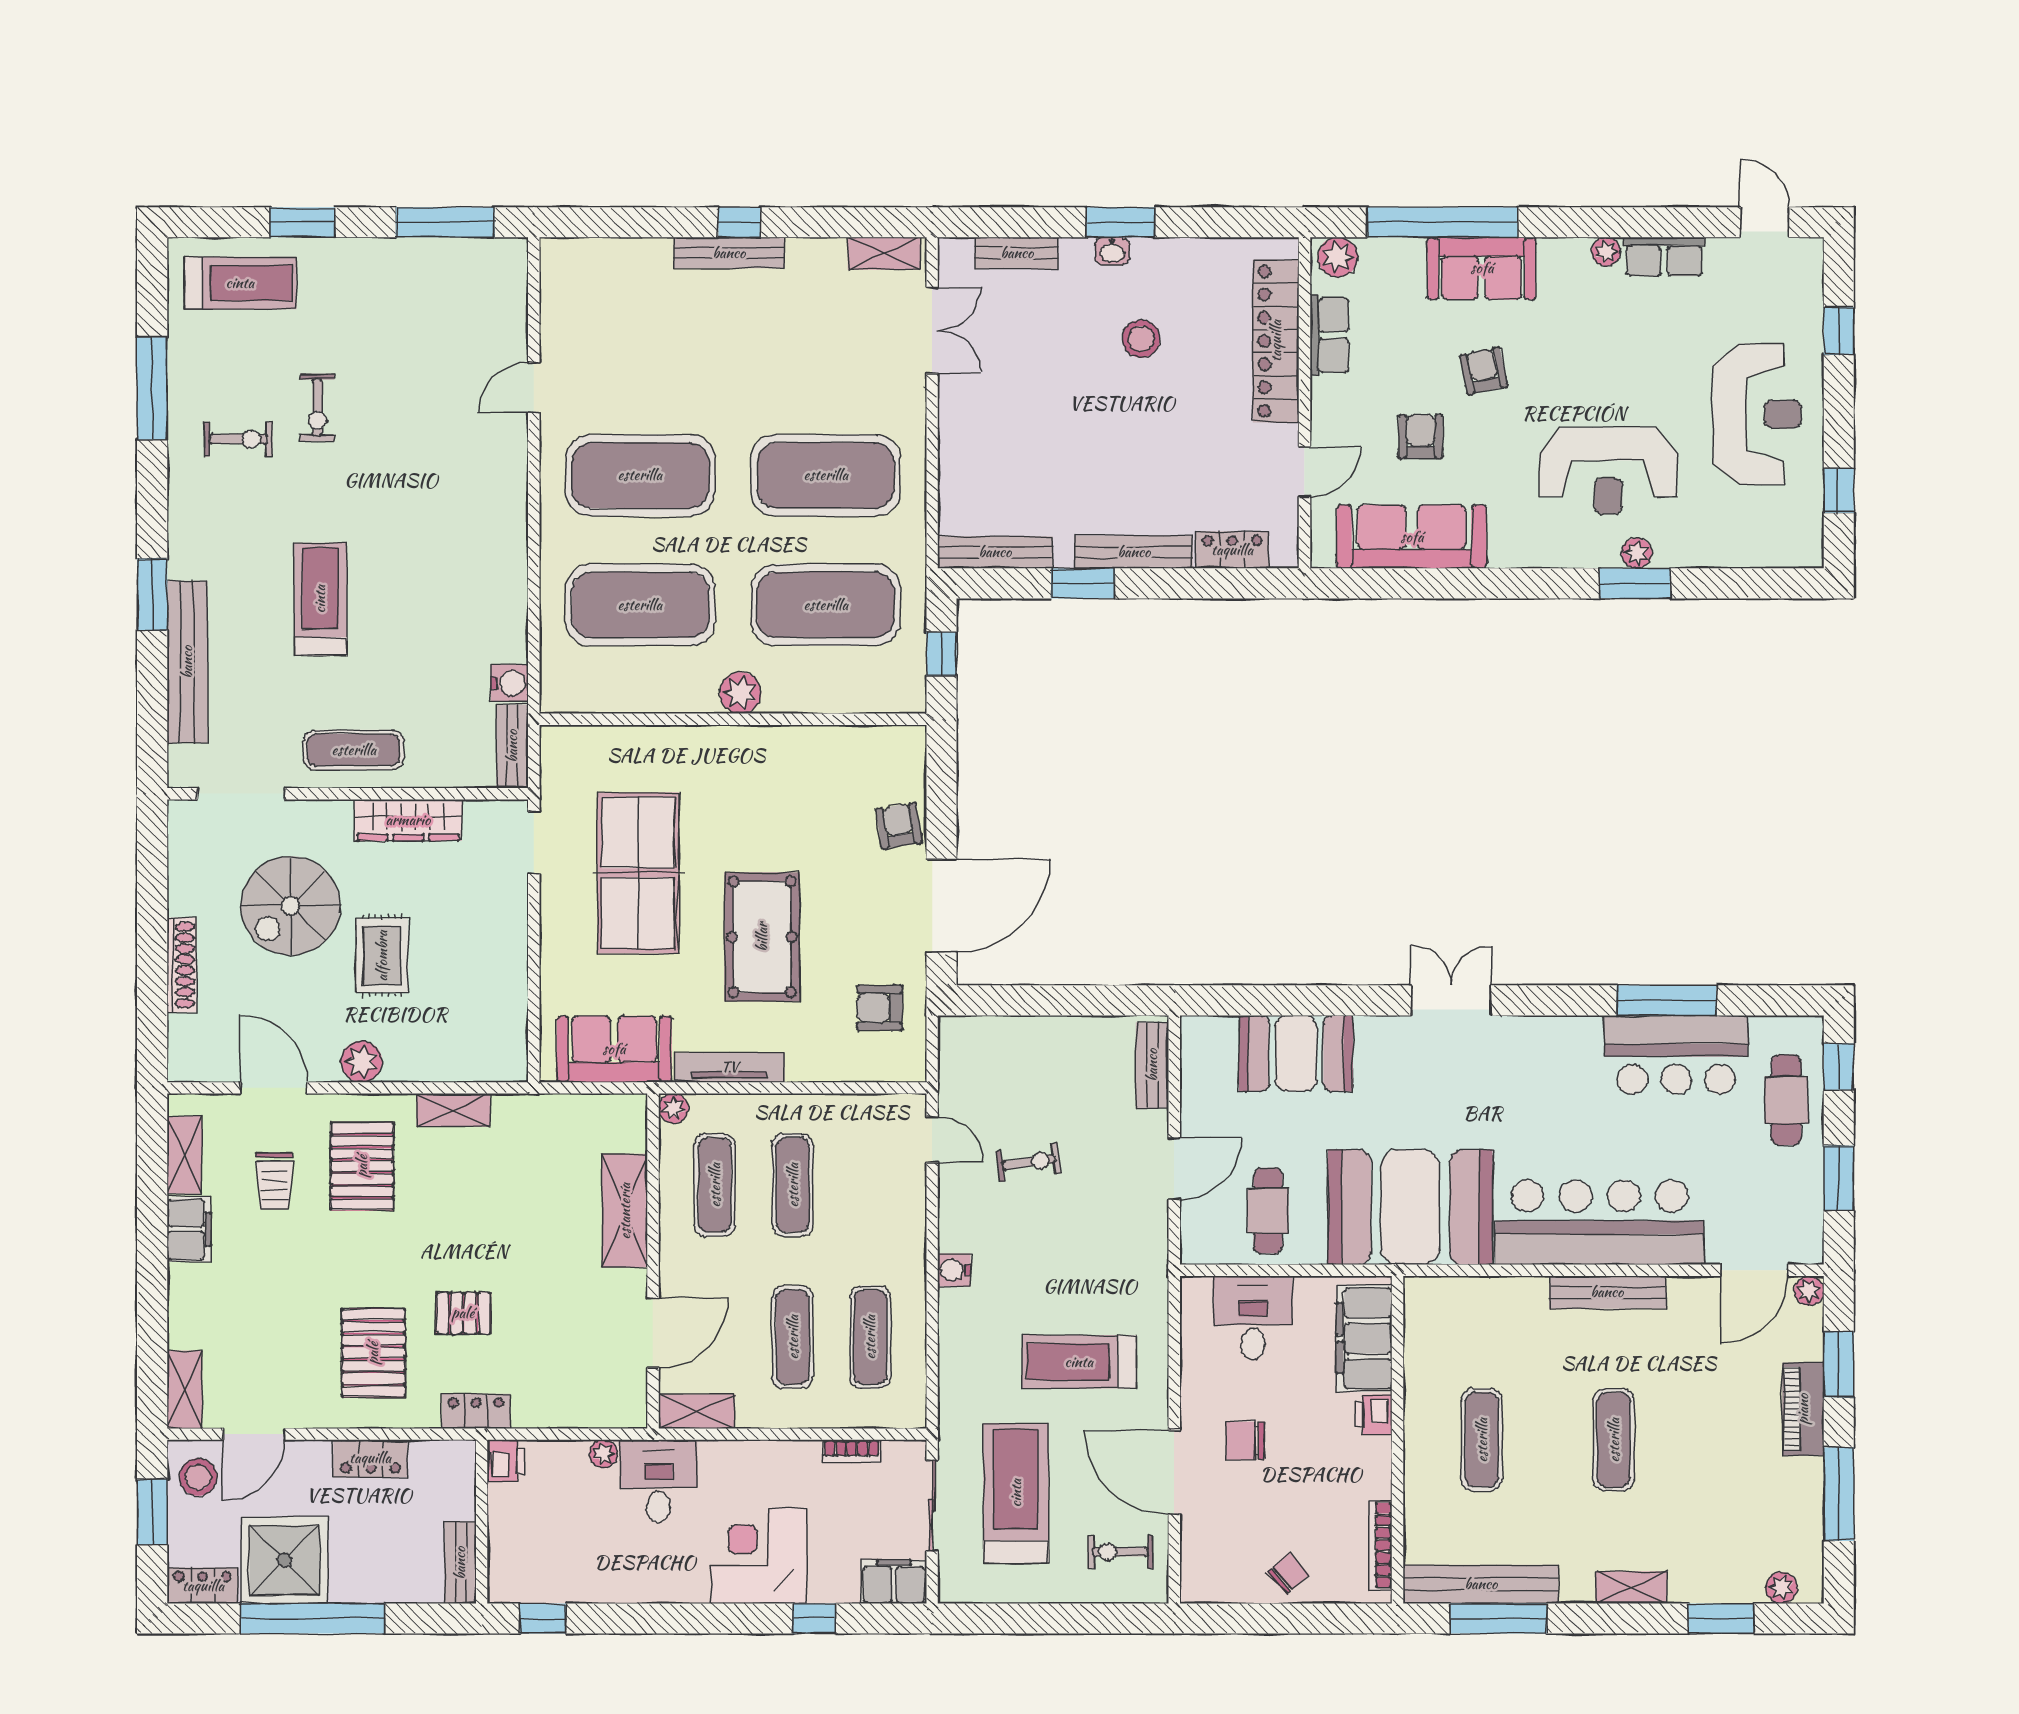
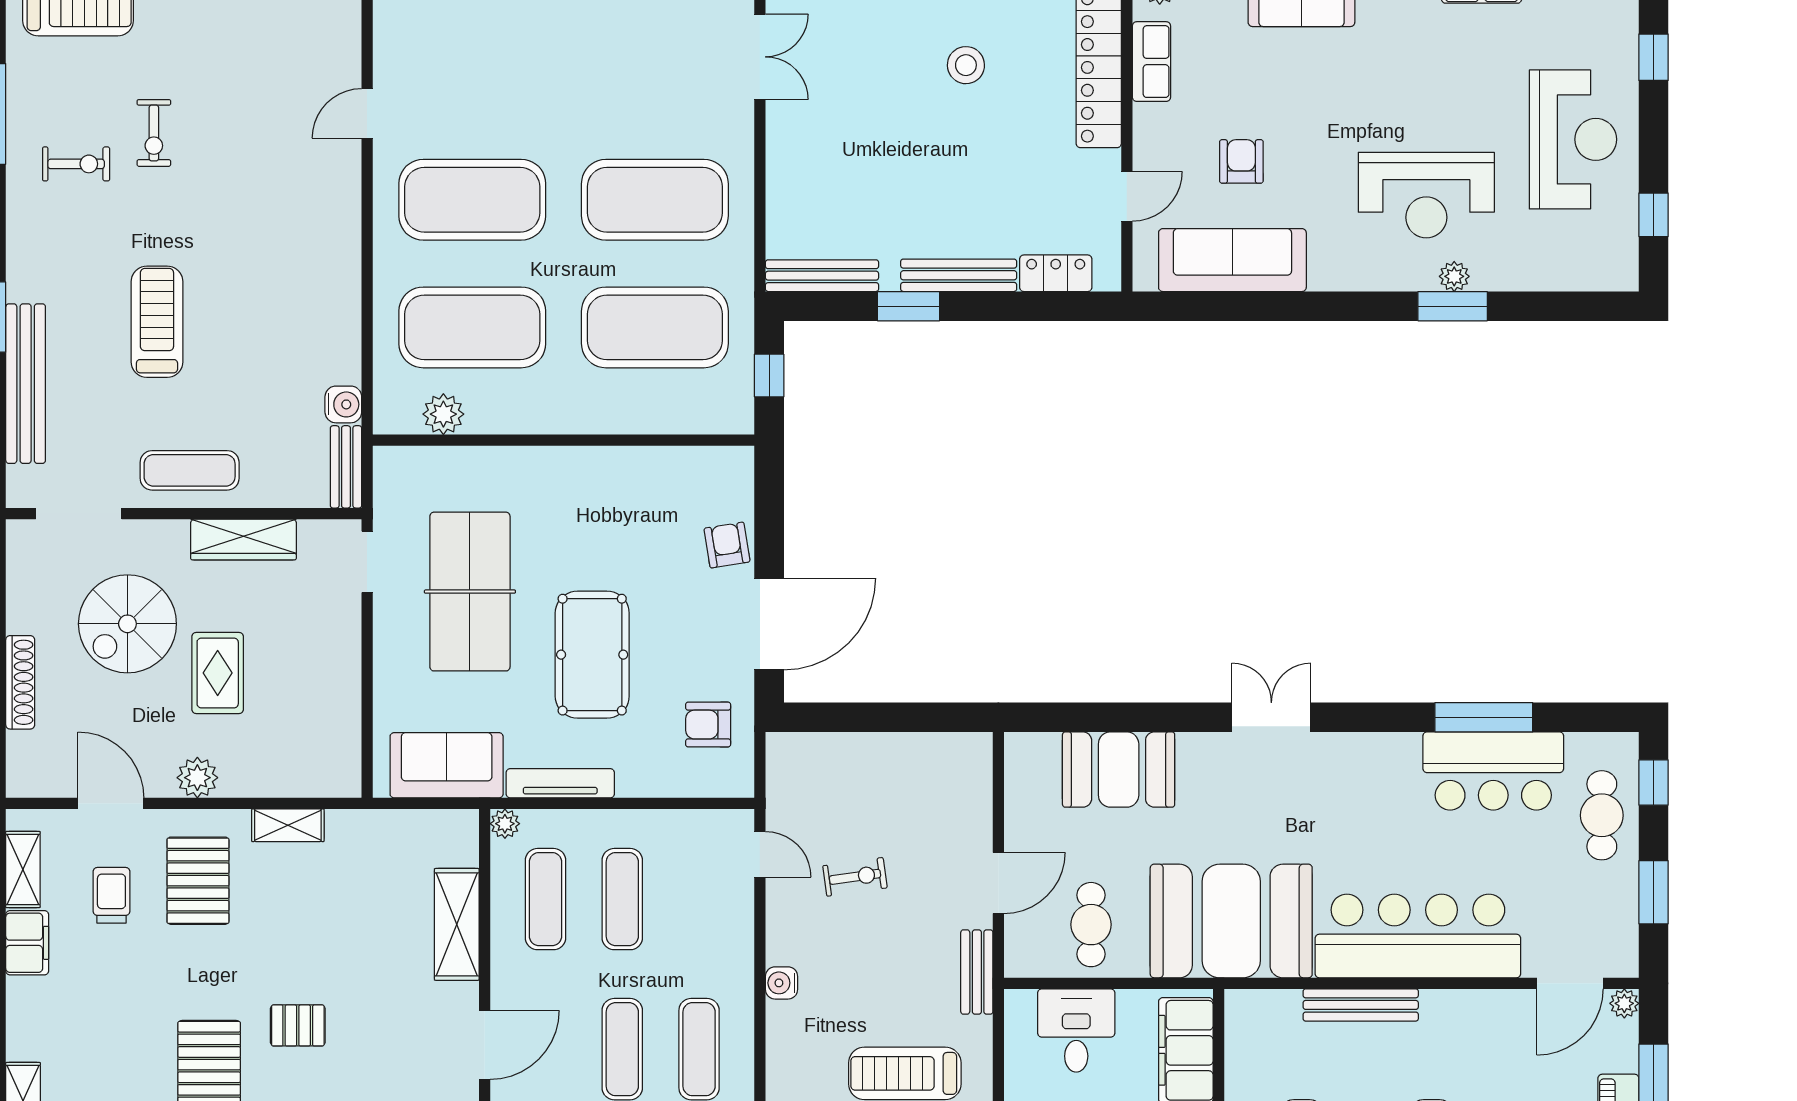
armchair: (1484, 371) -> (1303, 96), removed
plant: (740, 693) -> (443, 414), moved
bench: (1152, 1065) -> (977, 972), moved
trolley: (274, 1181) -> (111, 895), turned 180
bench: (1607, 1292) -> (1361, 1005), moved

